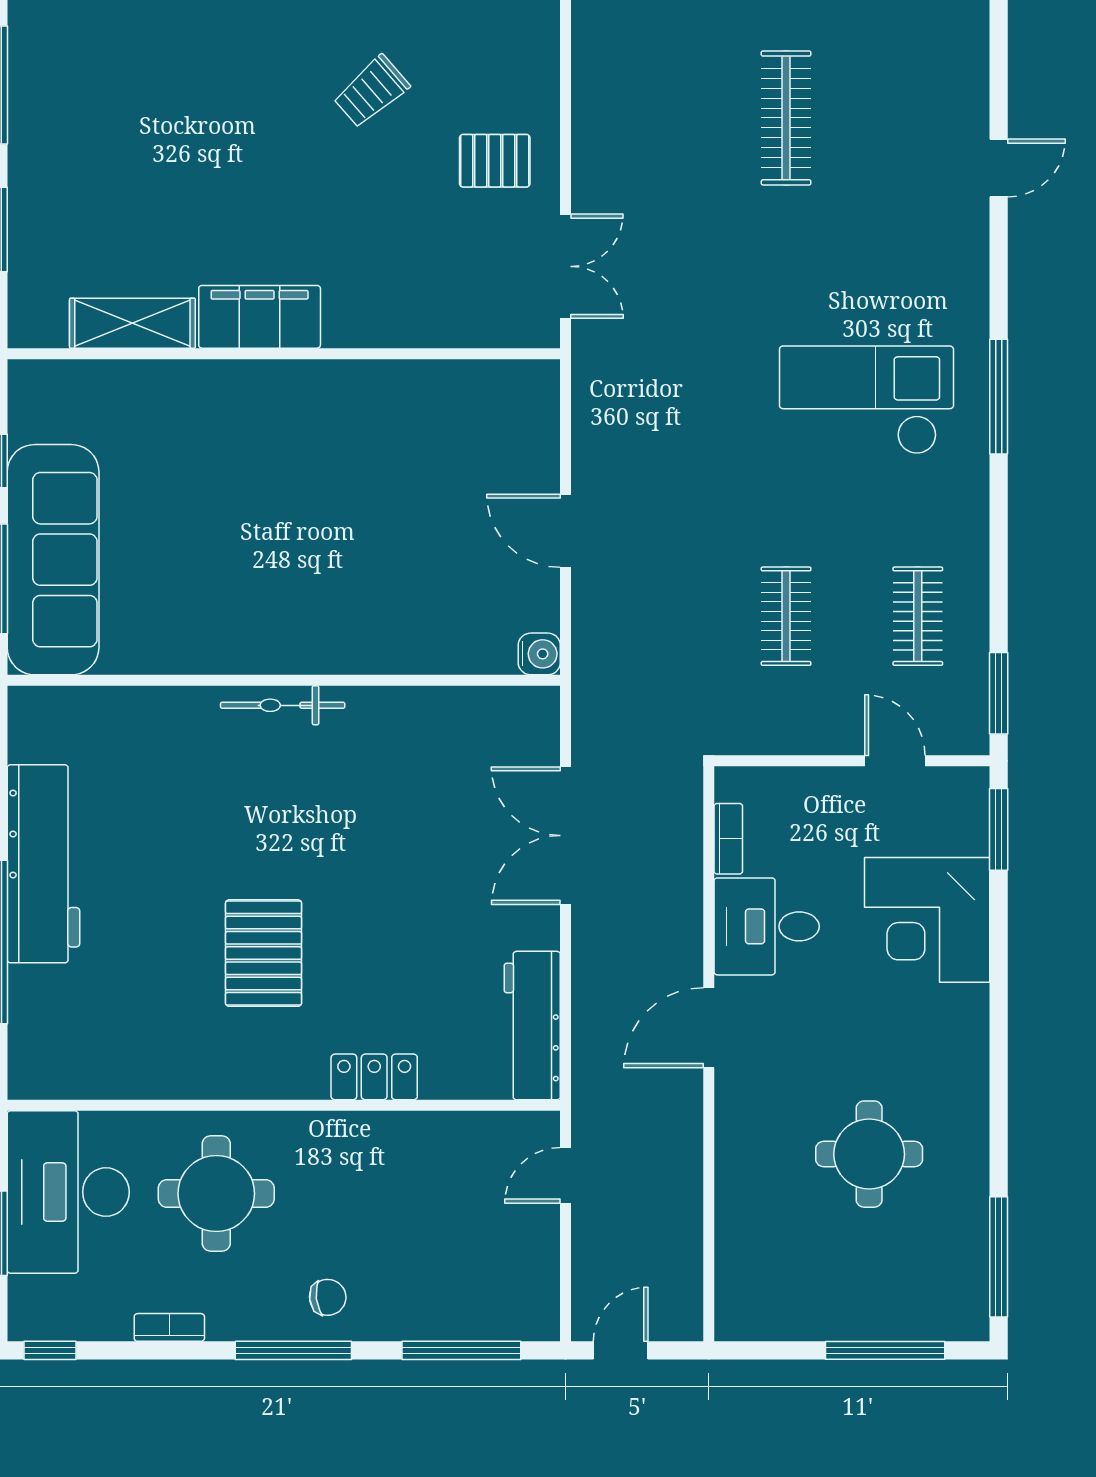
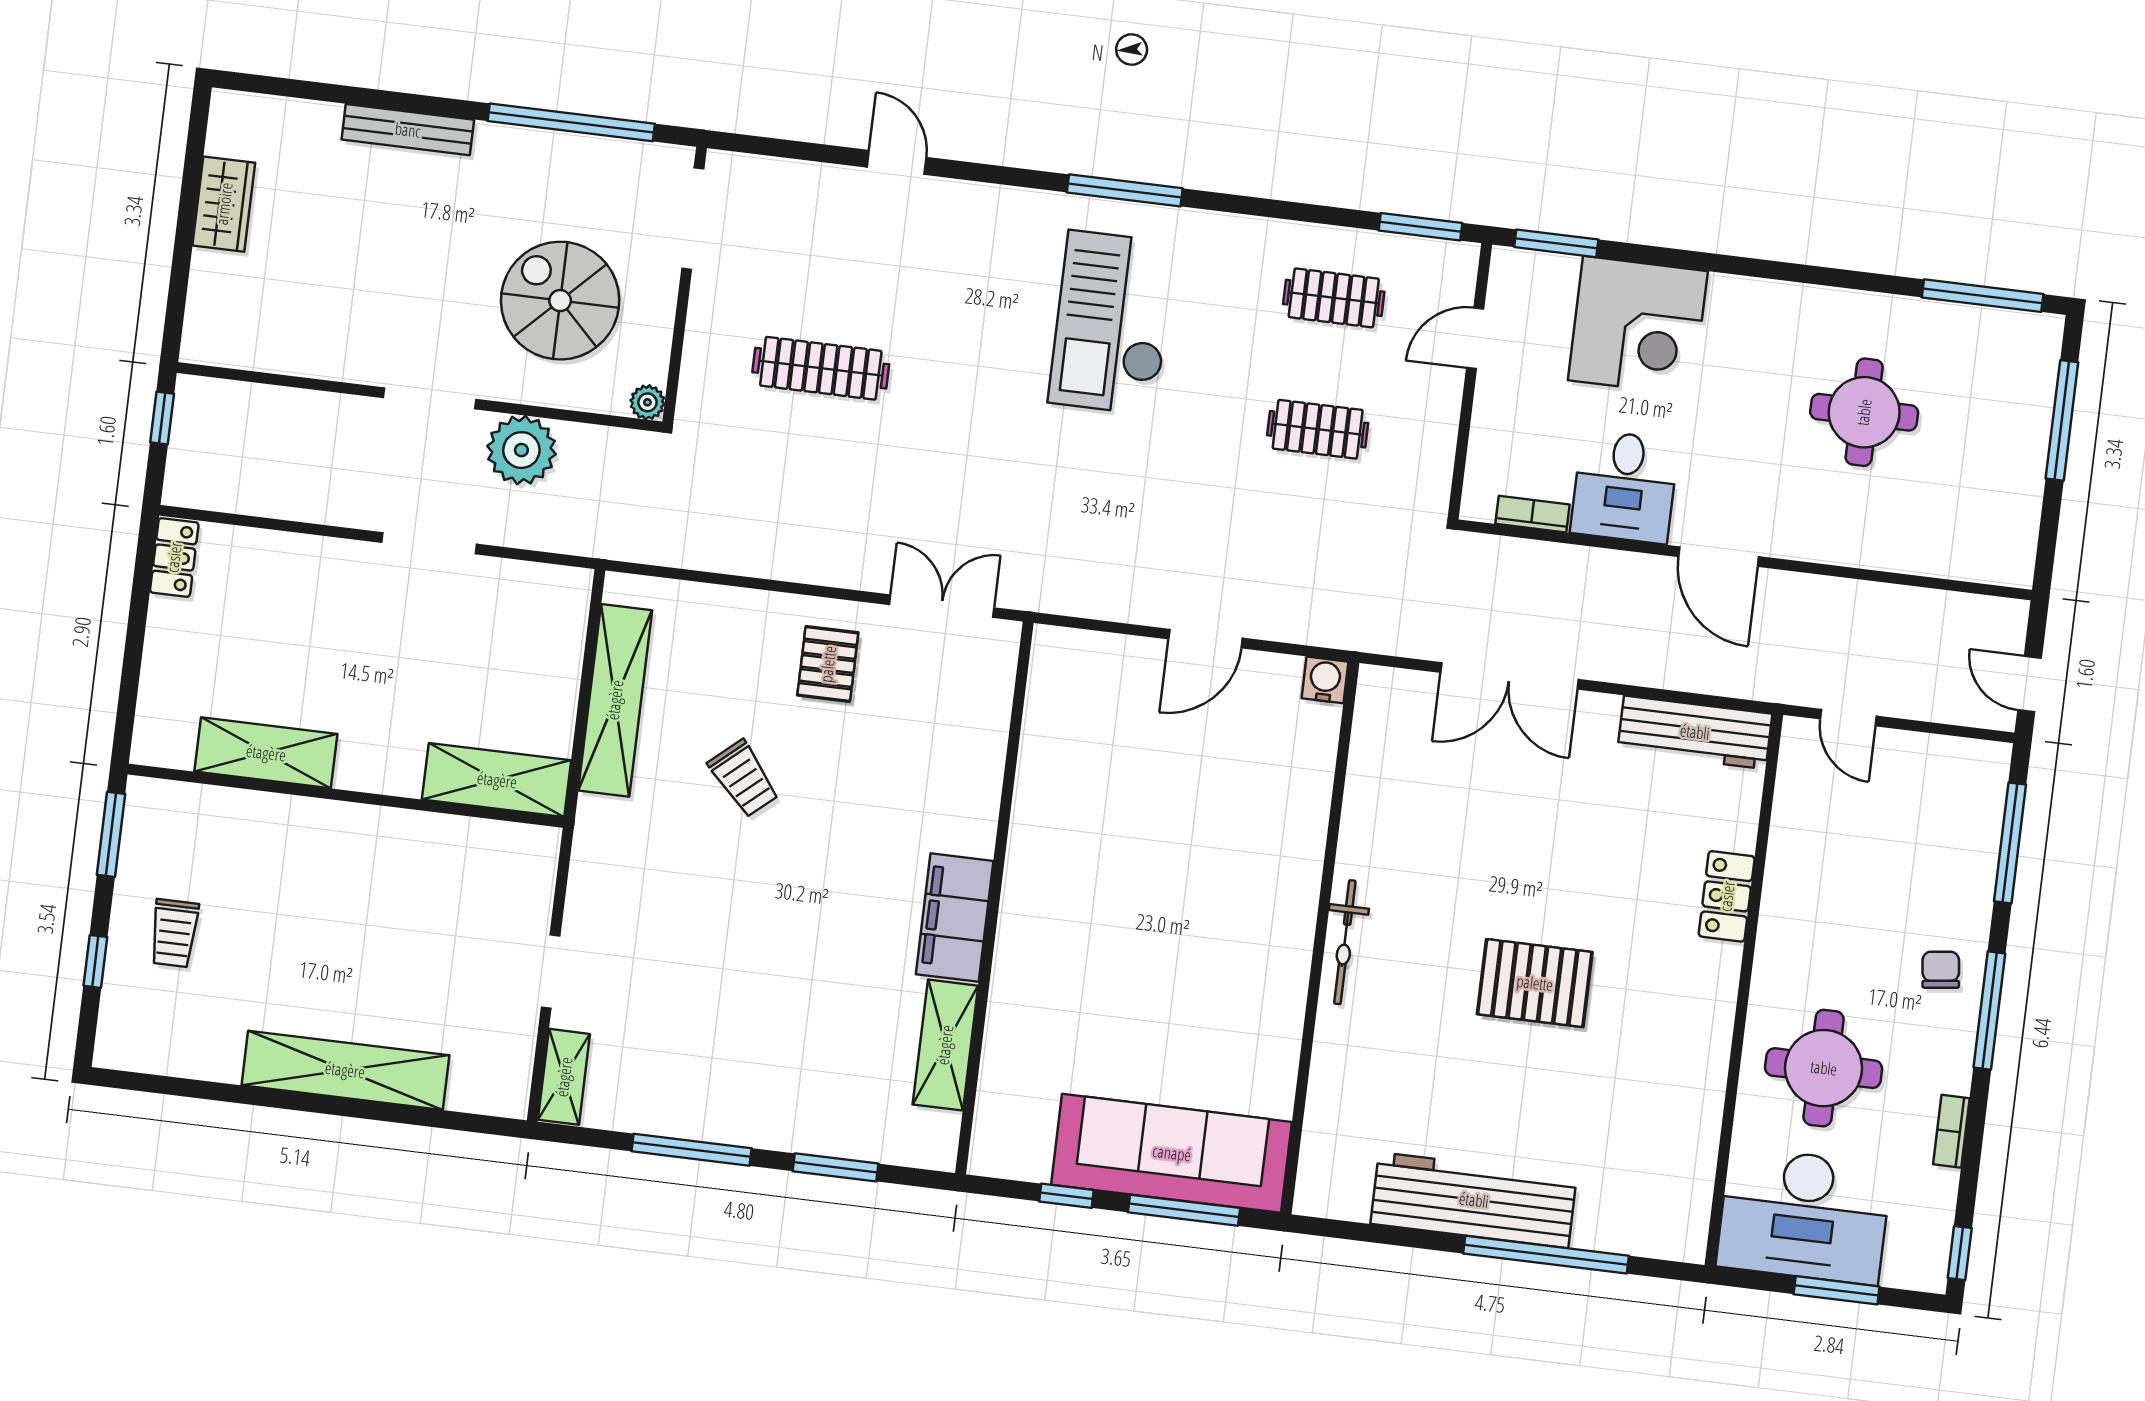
pallet: (264, 953) -> (1535, 983), moved

